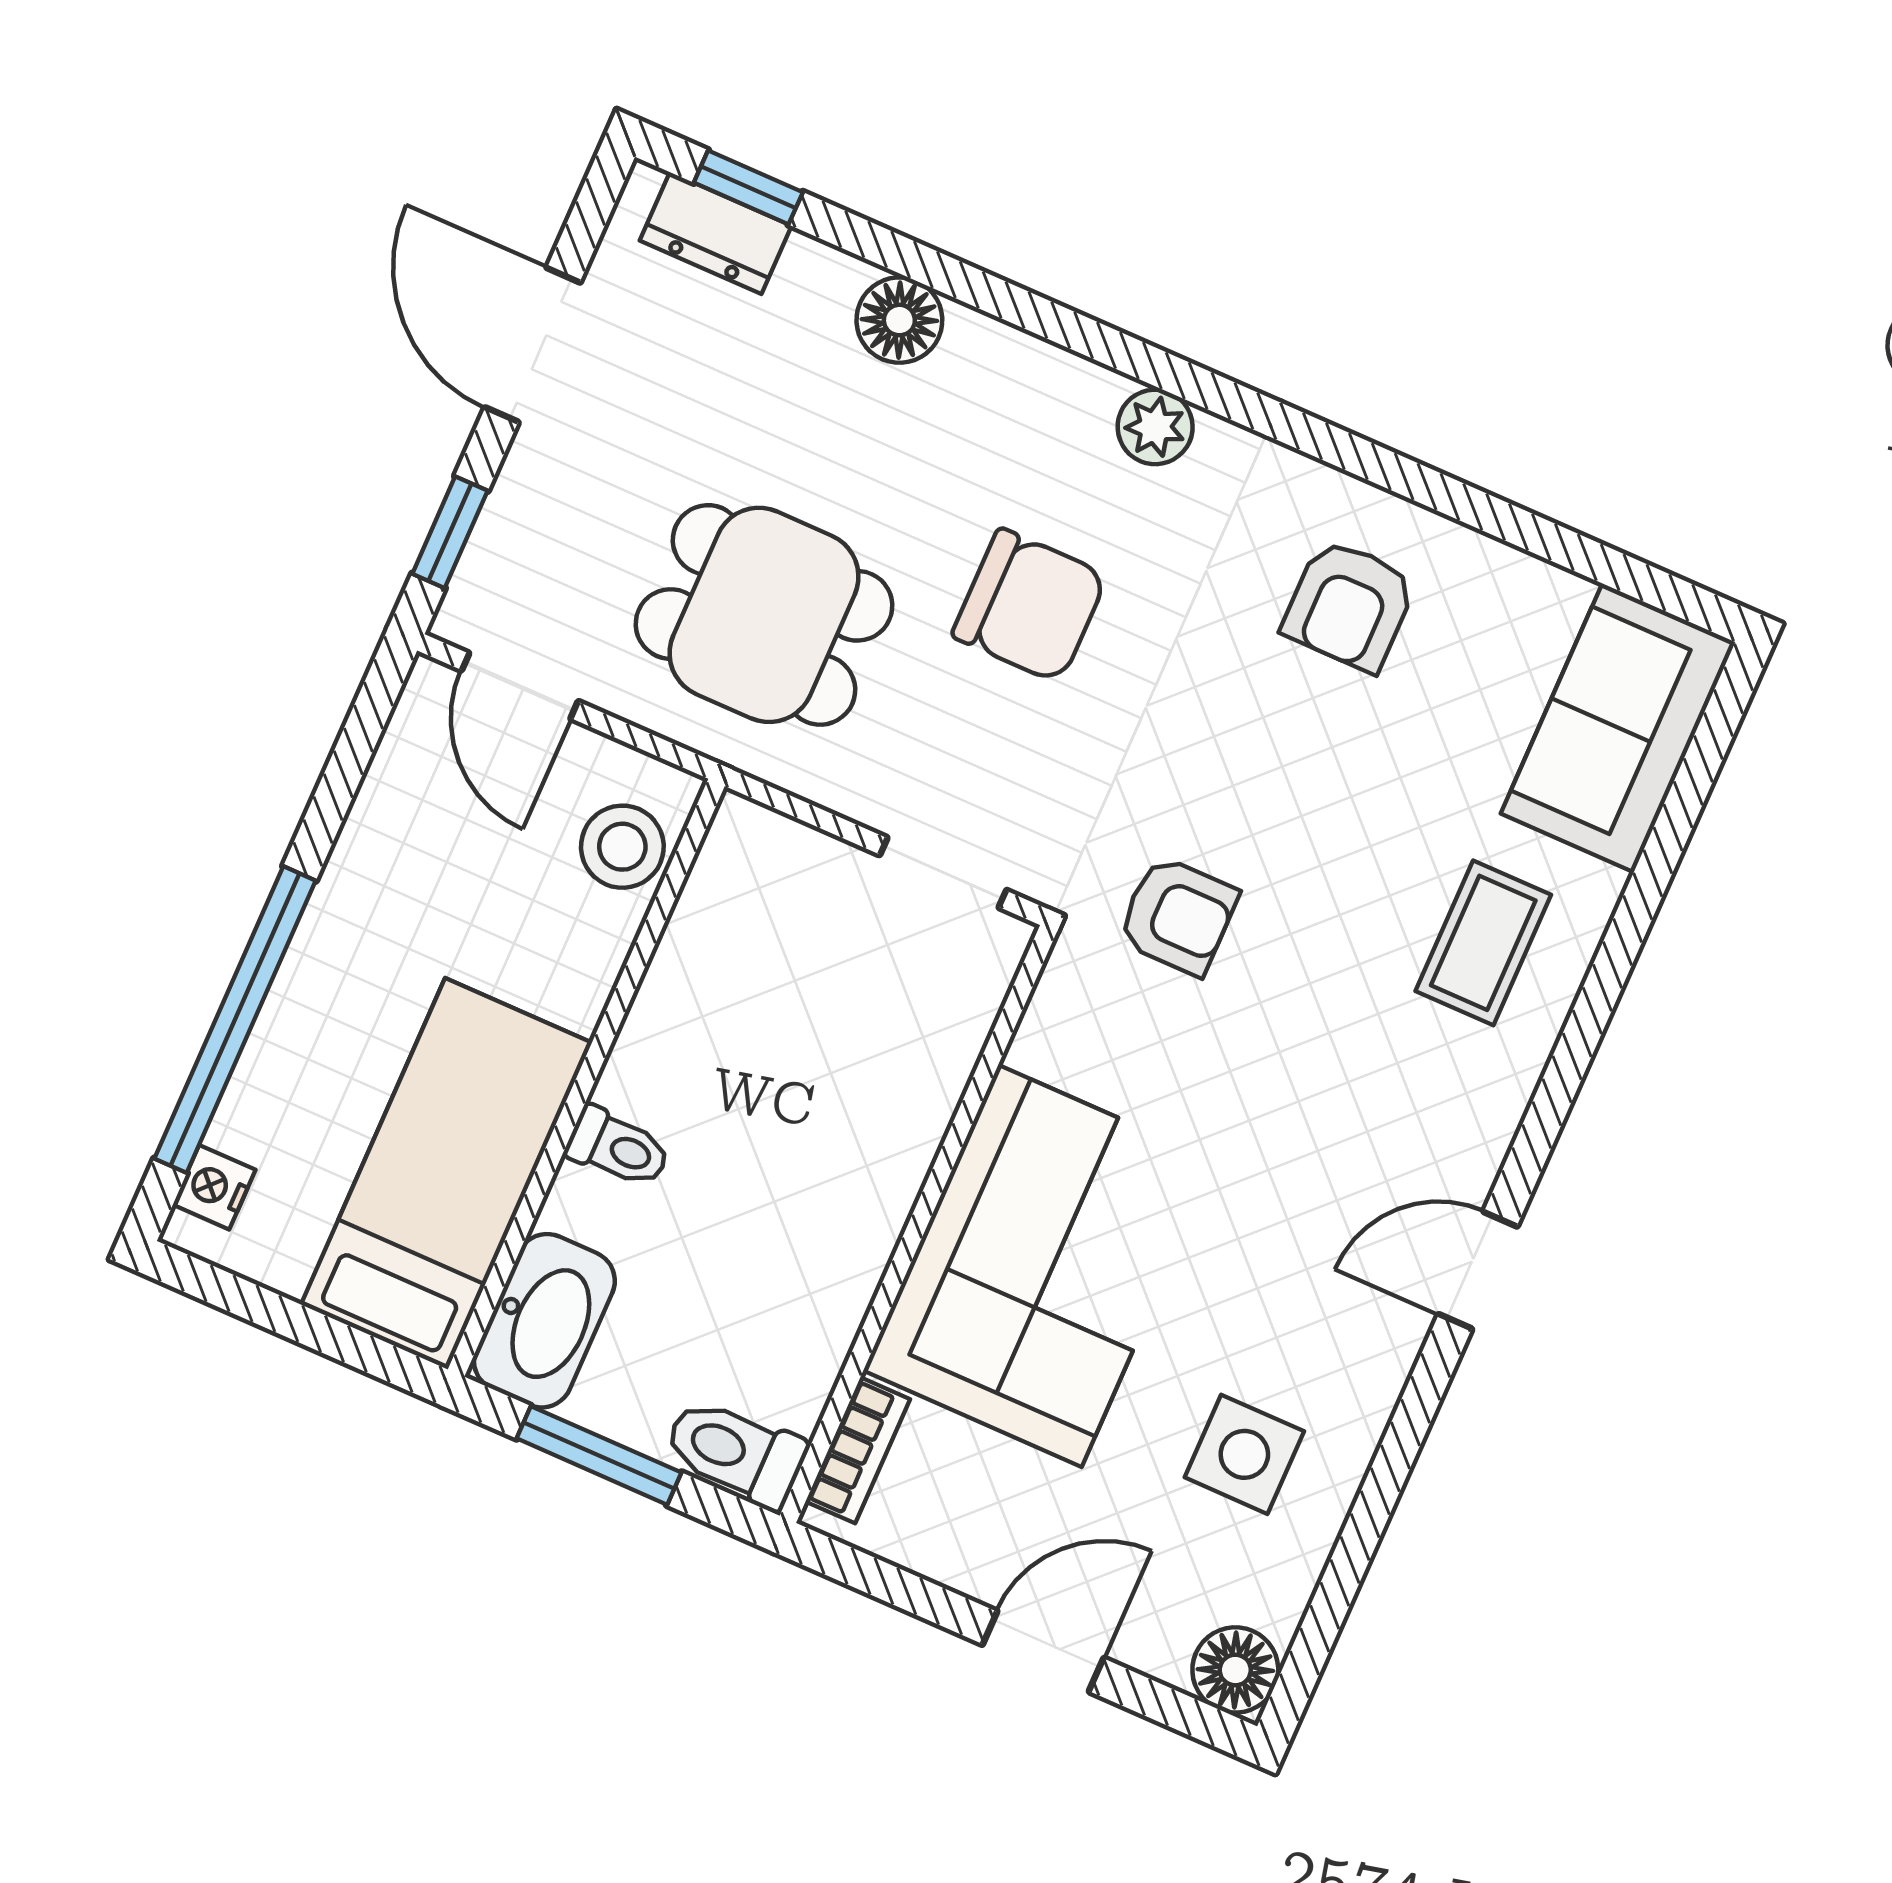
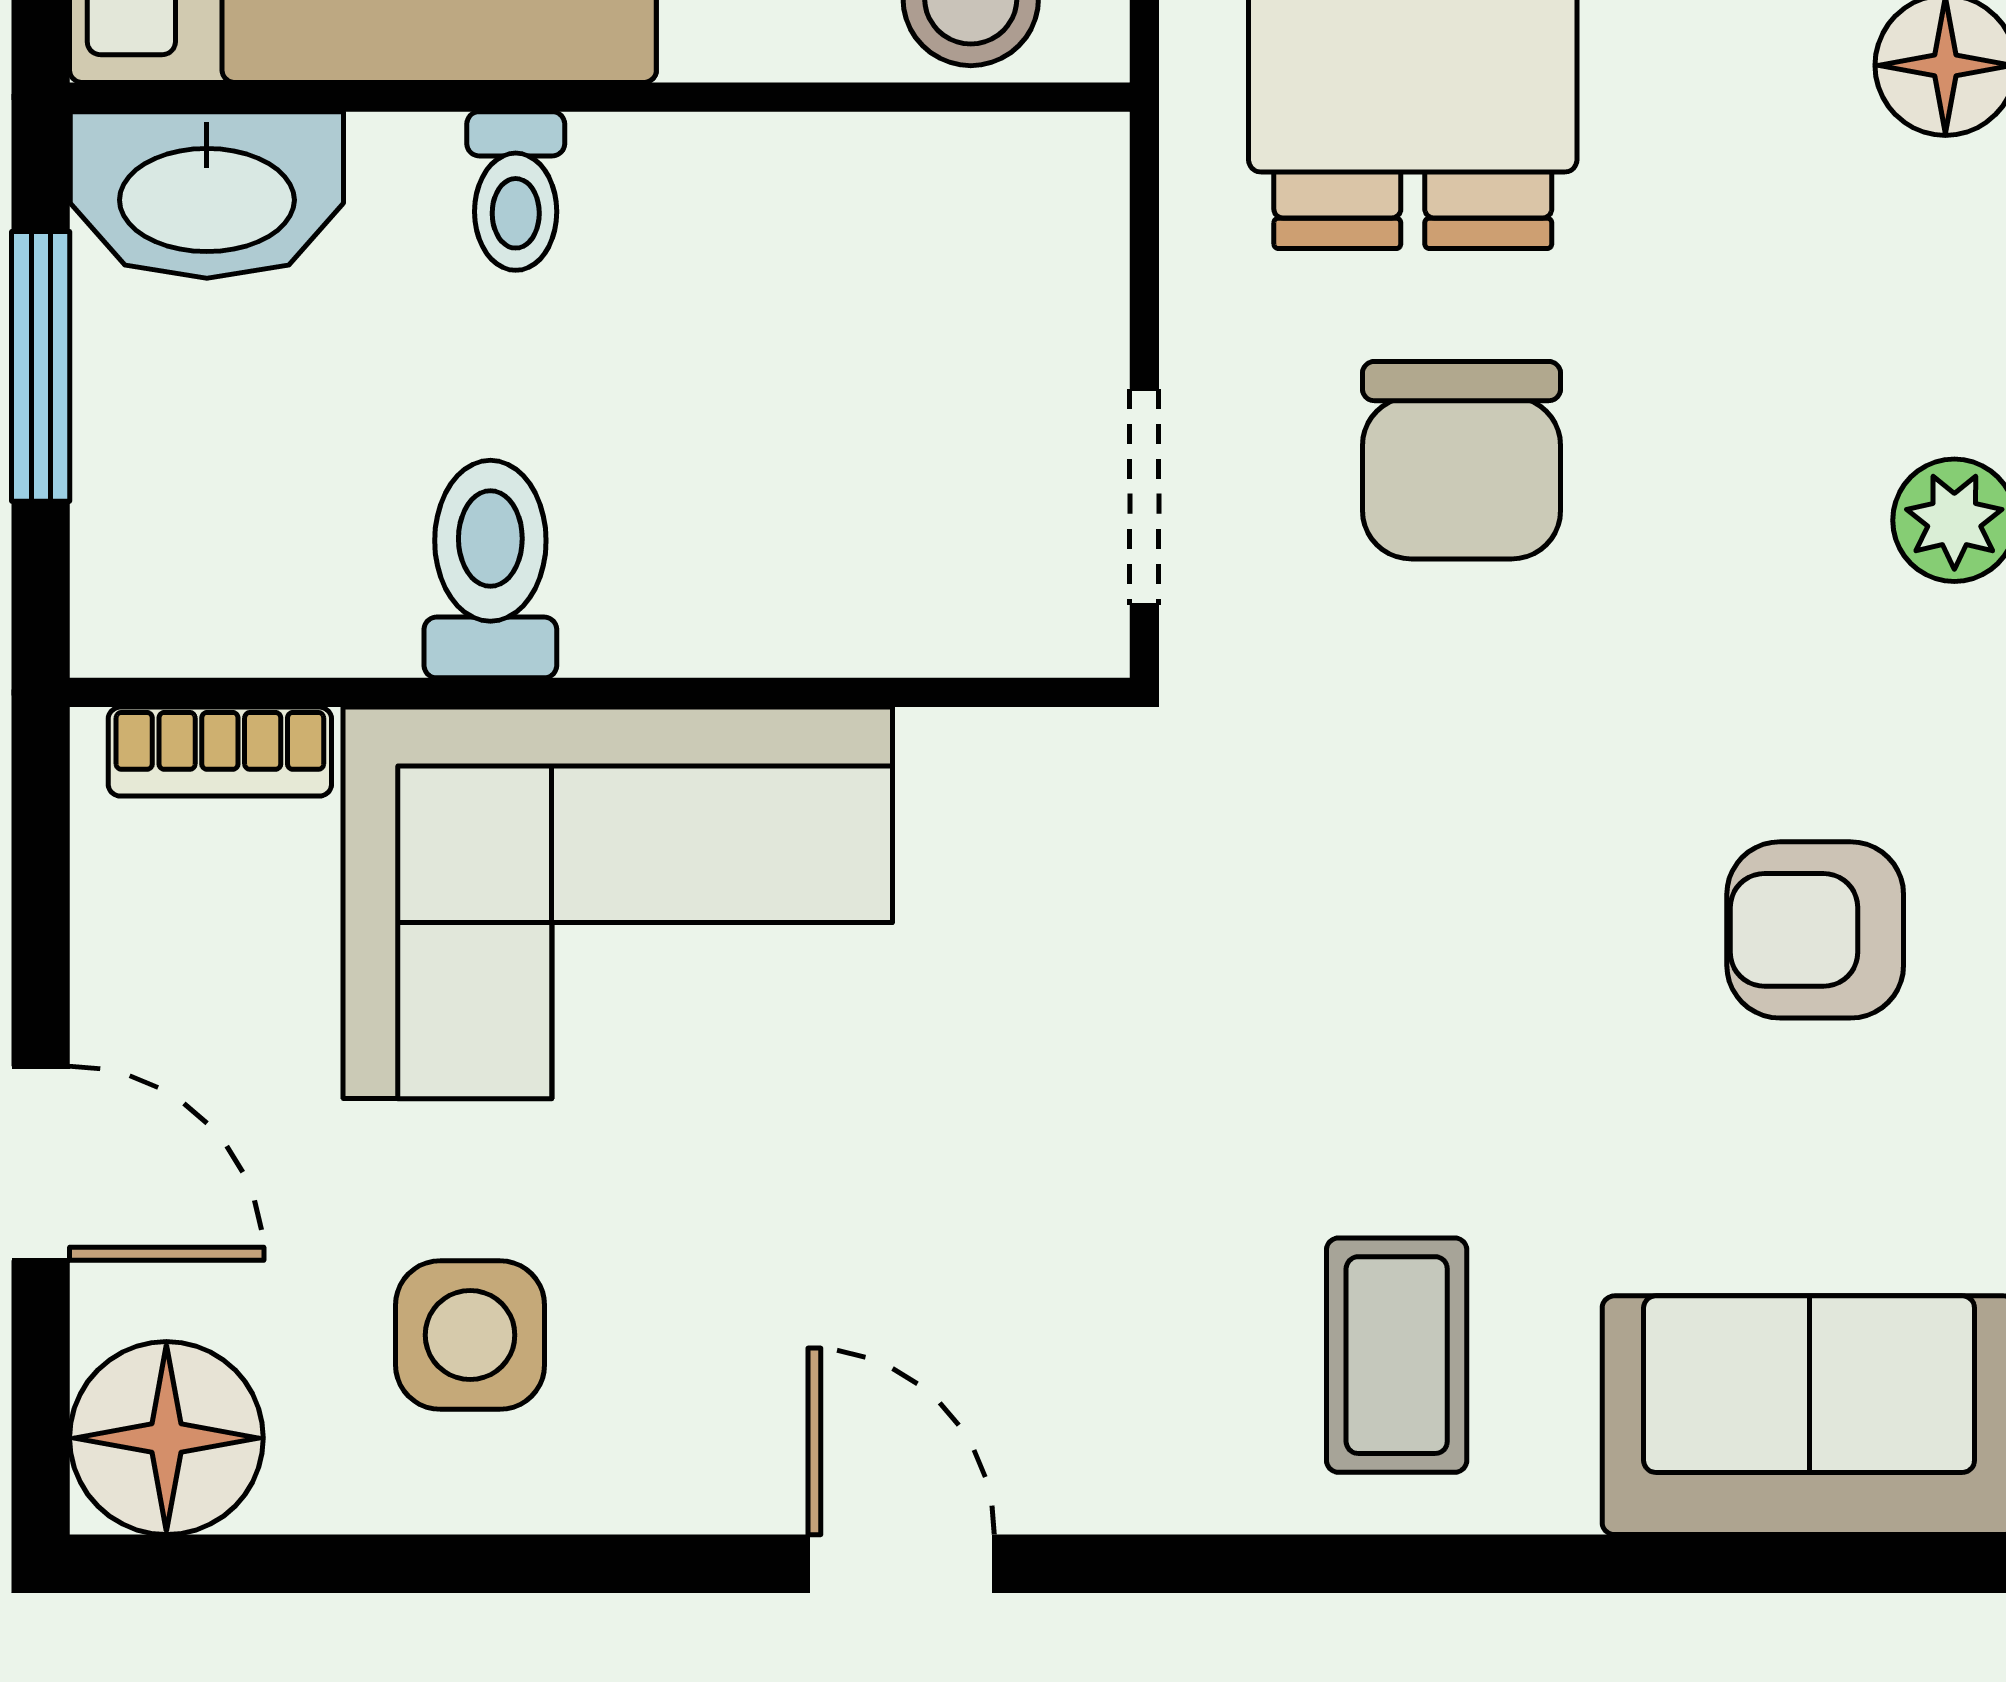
chair: (1030, 606) -> (1461, 460), moved
armchair: (1178, 916) -> (1235, 878), removed
coffee table: (1483, 943) -> (1397, 1355), turned 90
toilet: (735, 1452) -> (490, 569), moved
floor lamp: (1235, 1670) -> (166, 1438), width x1.38, depth x1.38

